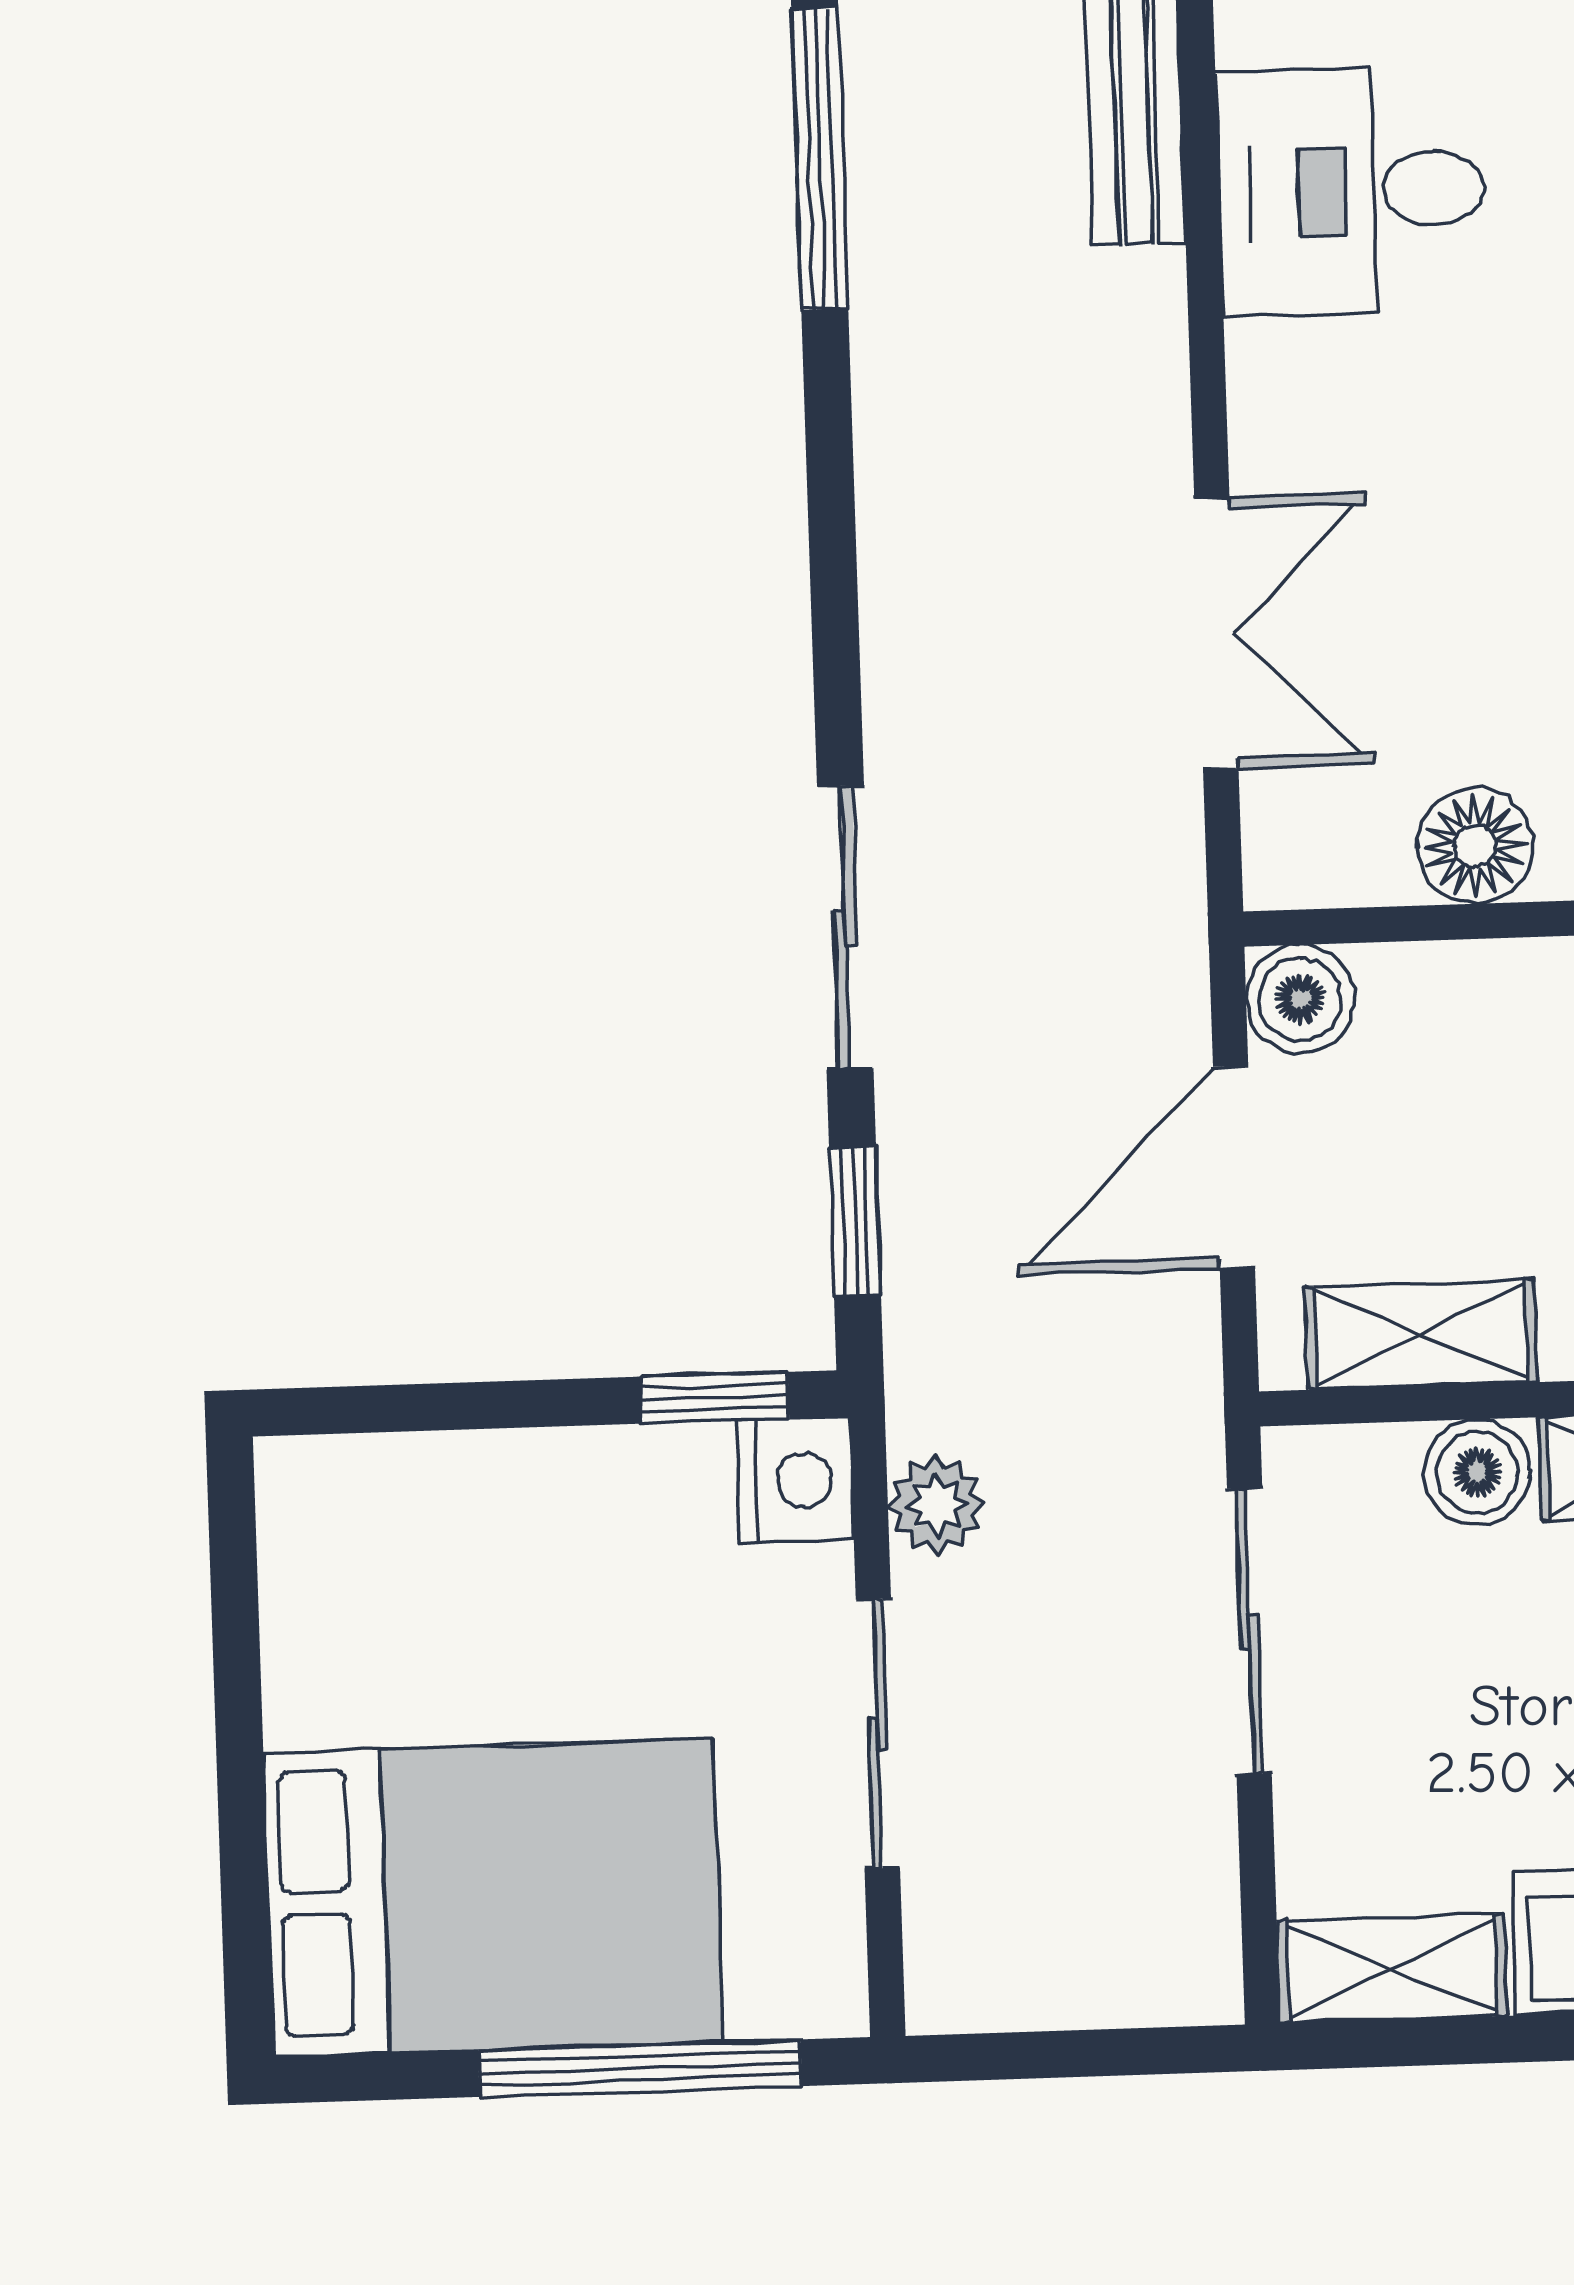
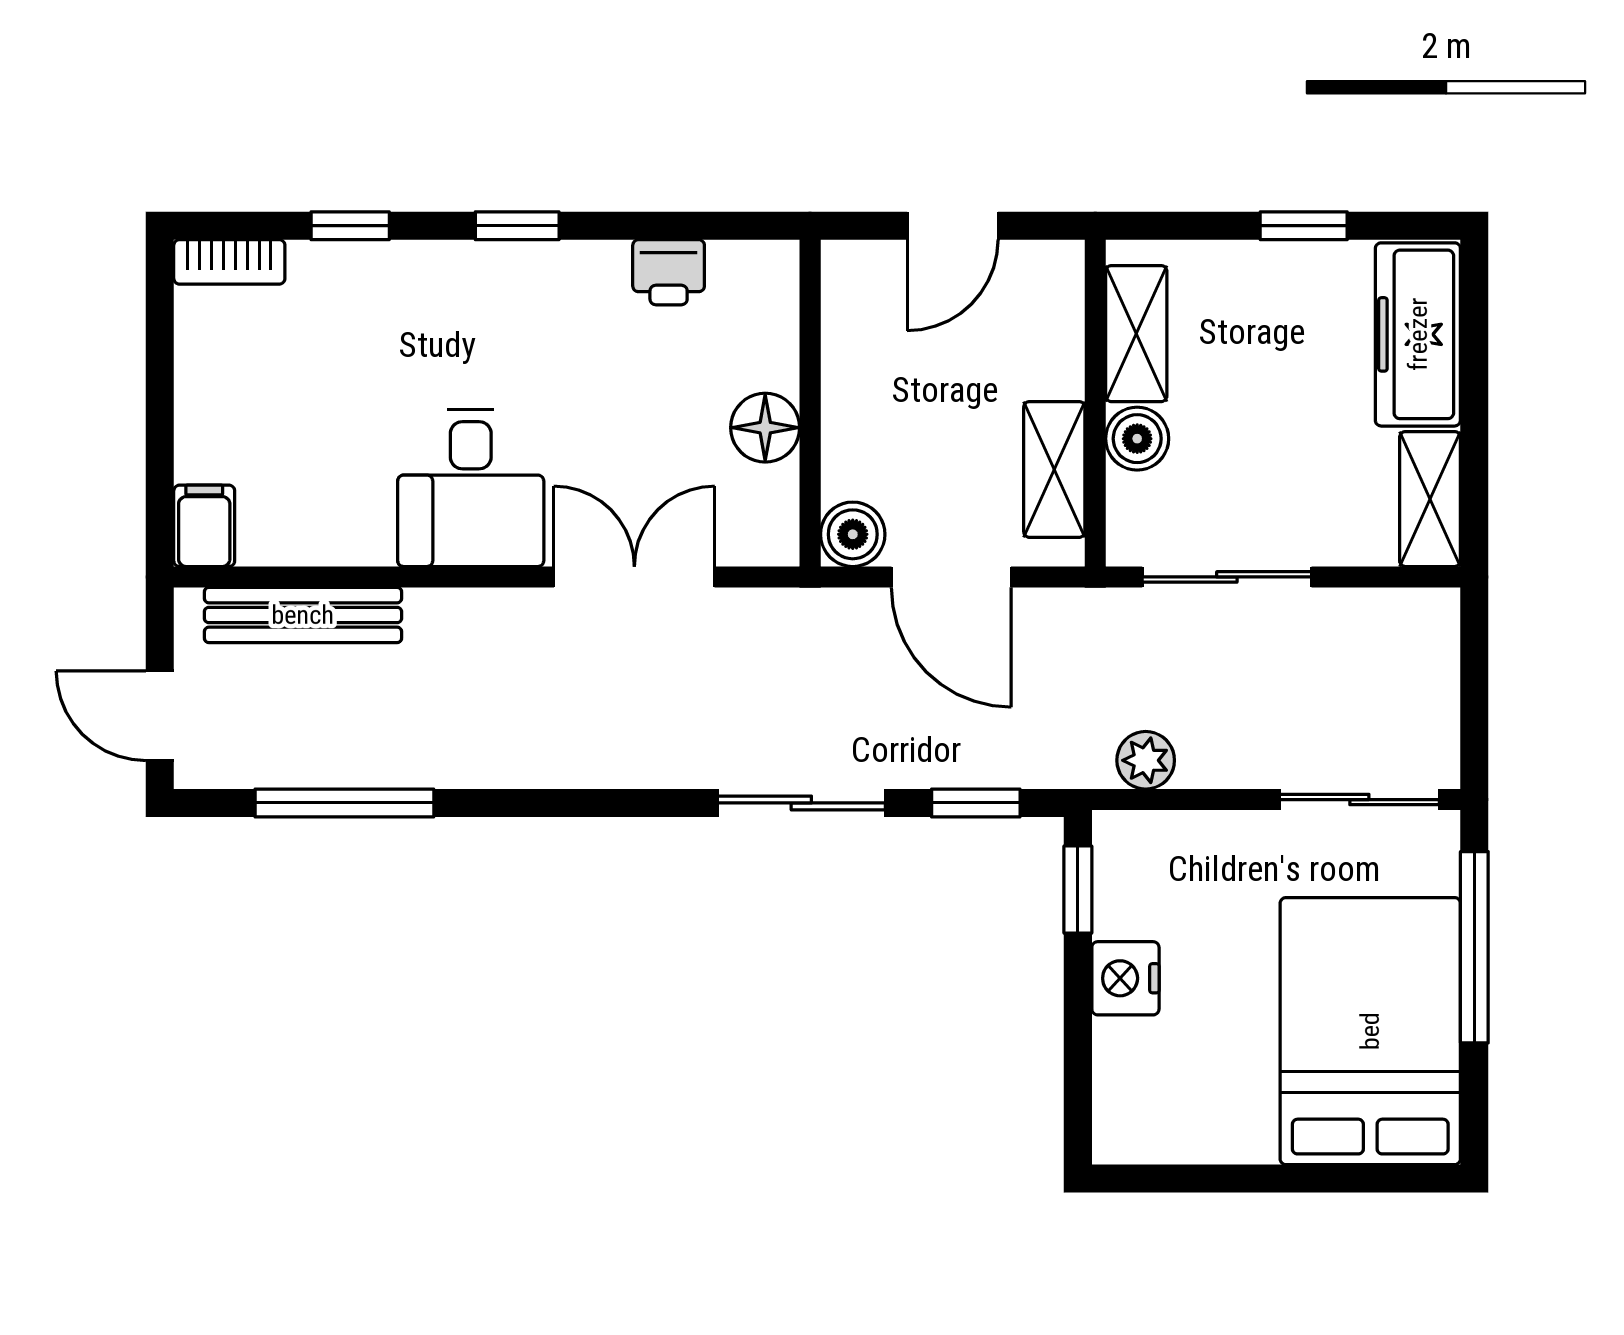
desk: (1352, 191) -> (471, 488), moved
nightstand: (795, 1480) -> (1125, 978), moved, turned -90
sliding door: (878, 1734) -> (1359, 800), moved

